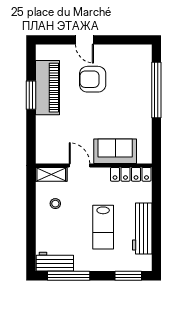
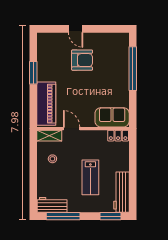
armchair: (93, 79) -> (82, 60), turned 180
piano: (47, 88) -> (46, 104), moved
sofa: (115, 151) -> (112, 117), moved
locker: (131, 174) -> (118, 136), width x0.66
workbench: (142, 229) -> (121, 192), moved

